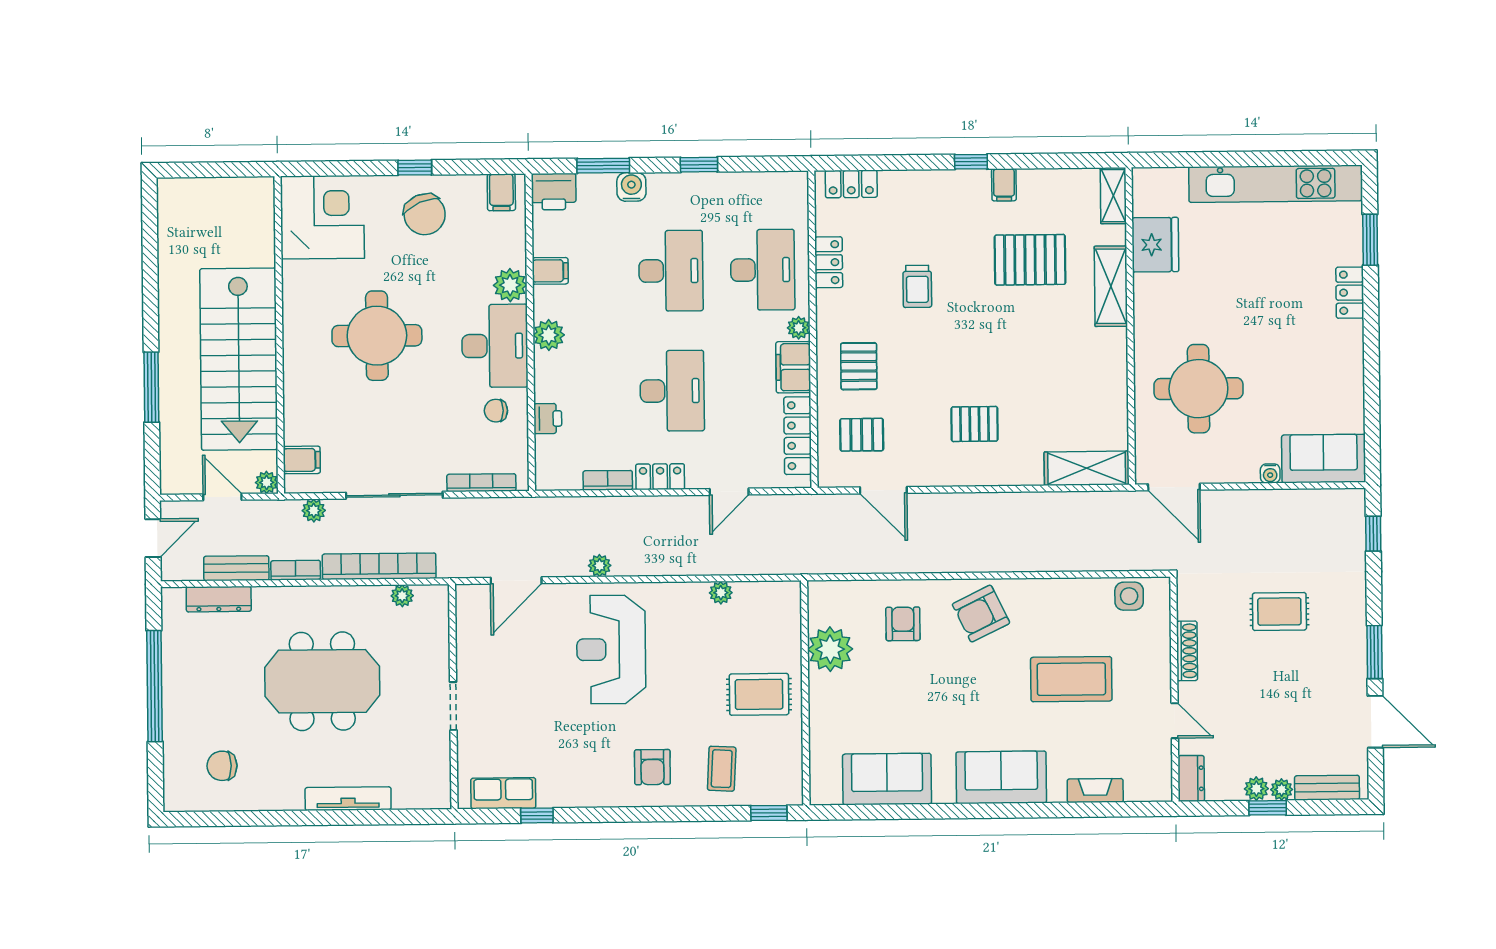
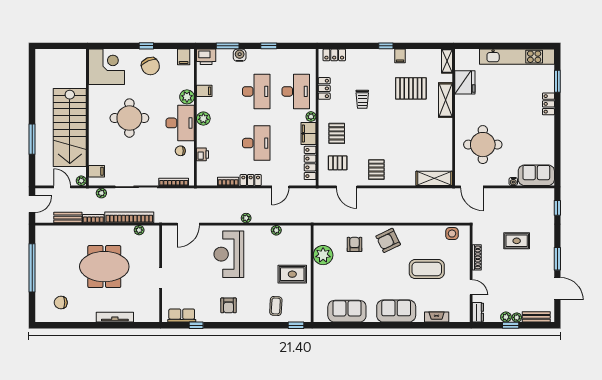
pallet: (975, 424) -> (376, 170), moved, turned 90
plant: (600, 566) -> (246, 218), moved
dresser: (219, 599) -> (60, 231), removed
armchair: (652, 767) -> (229, 305), moved

